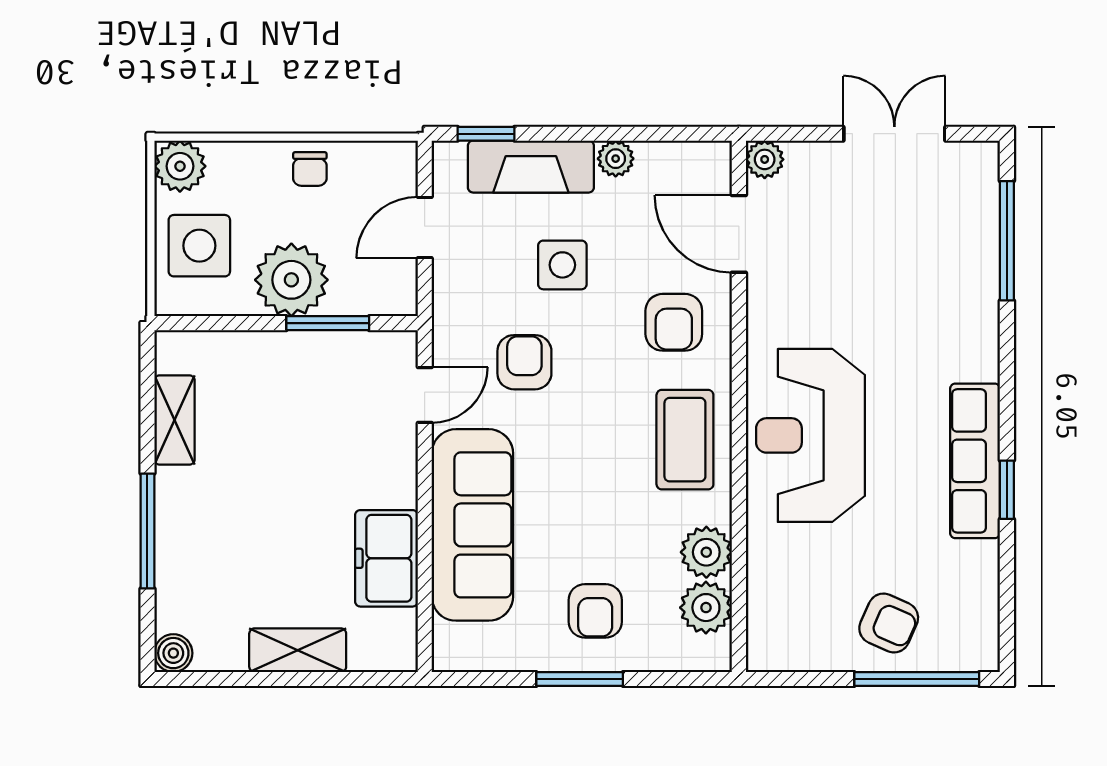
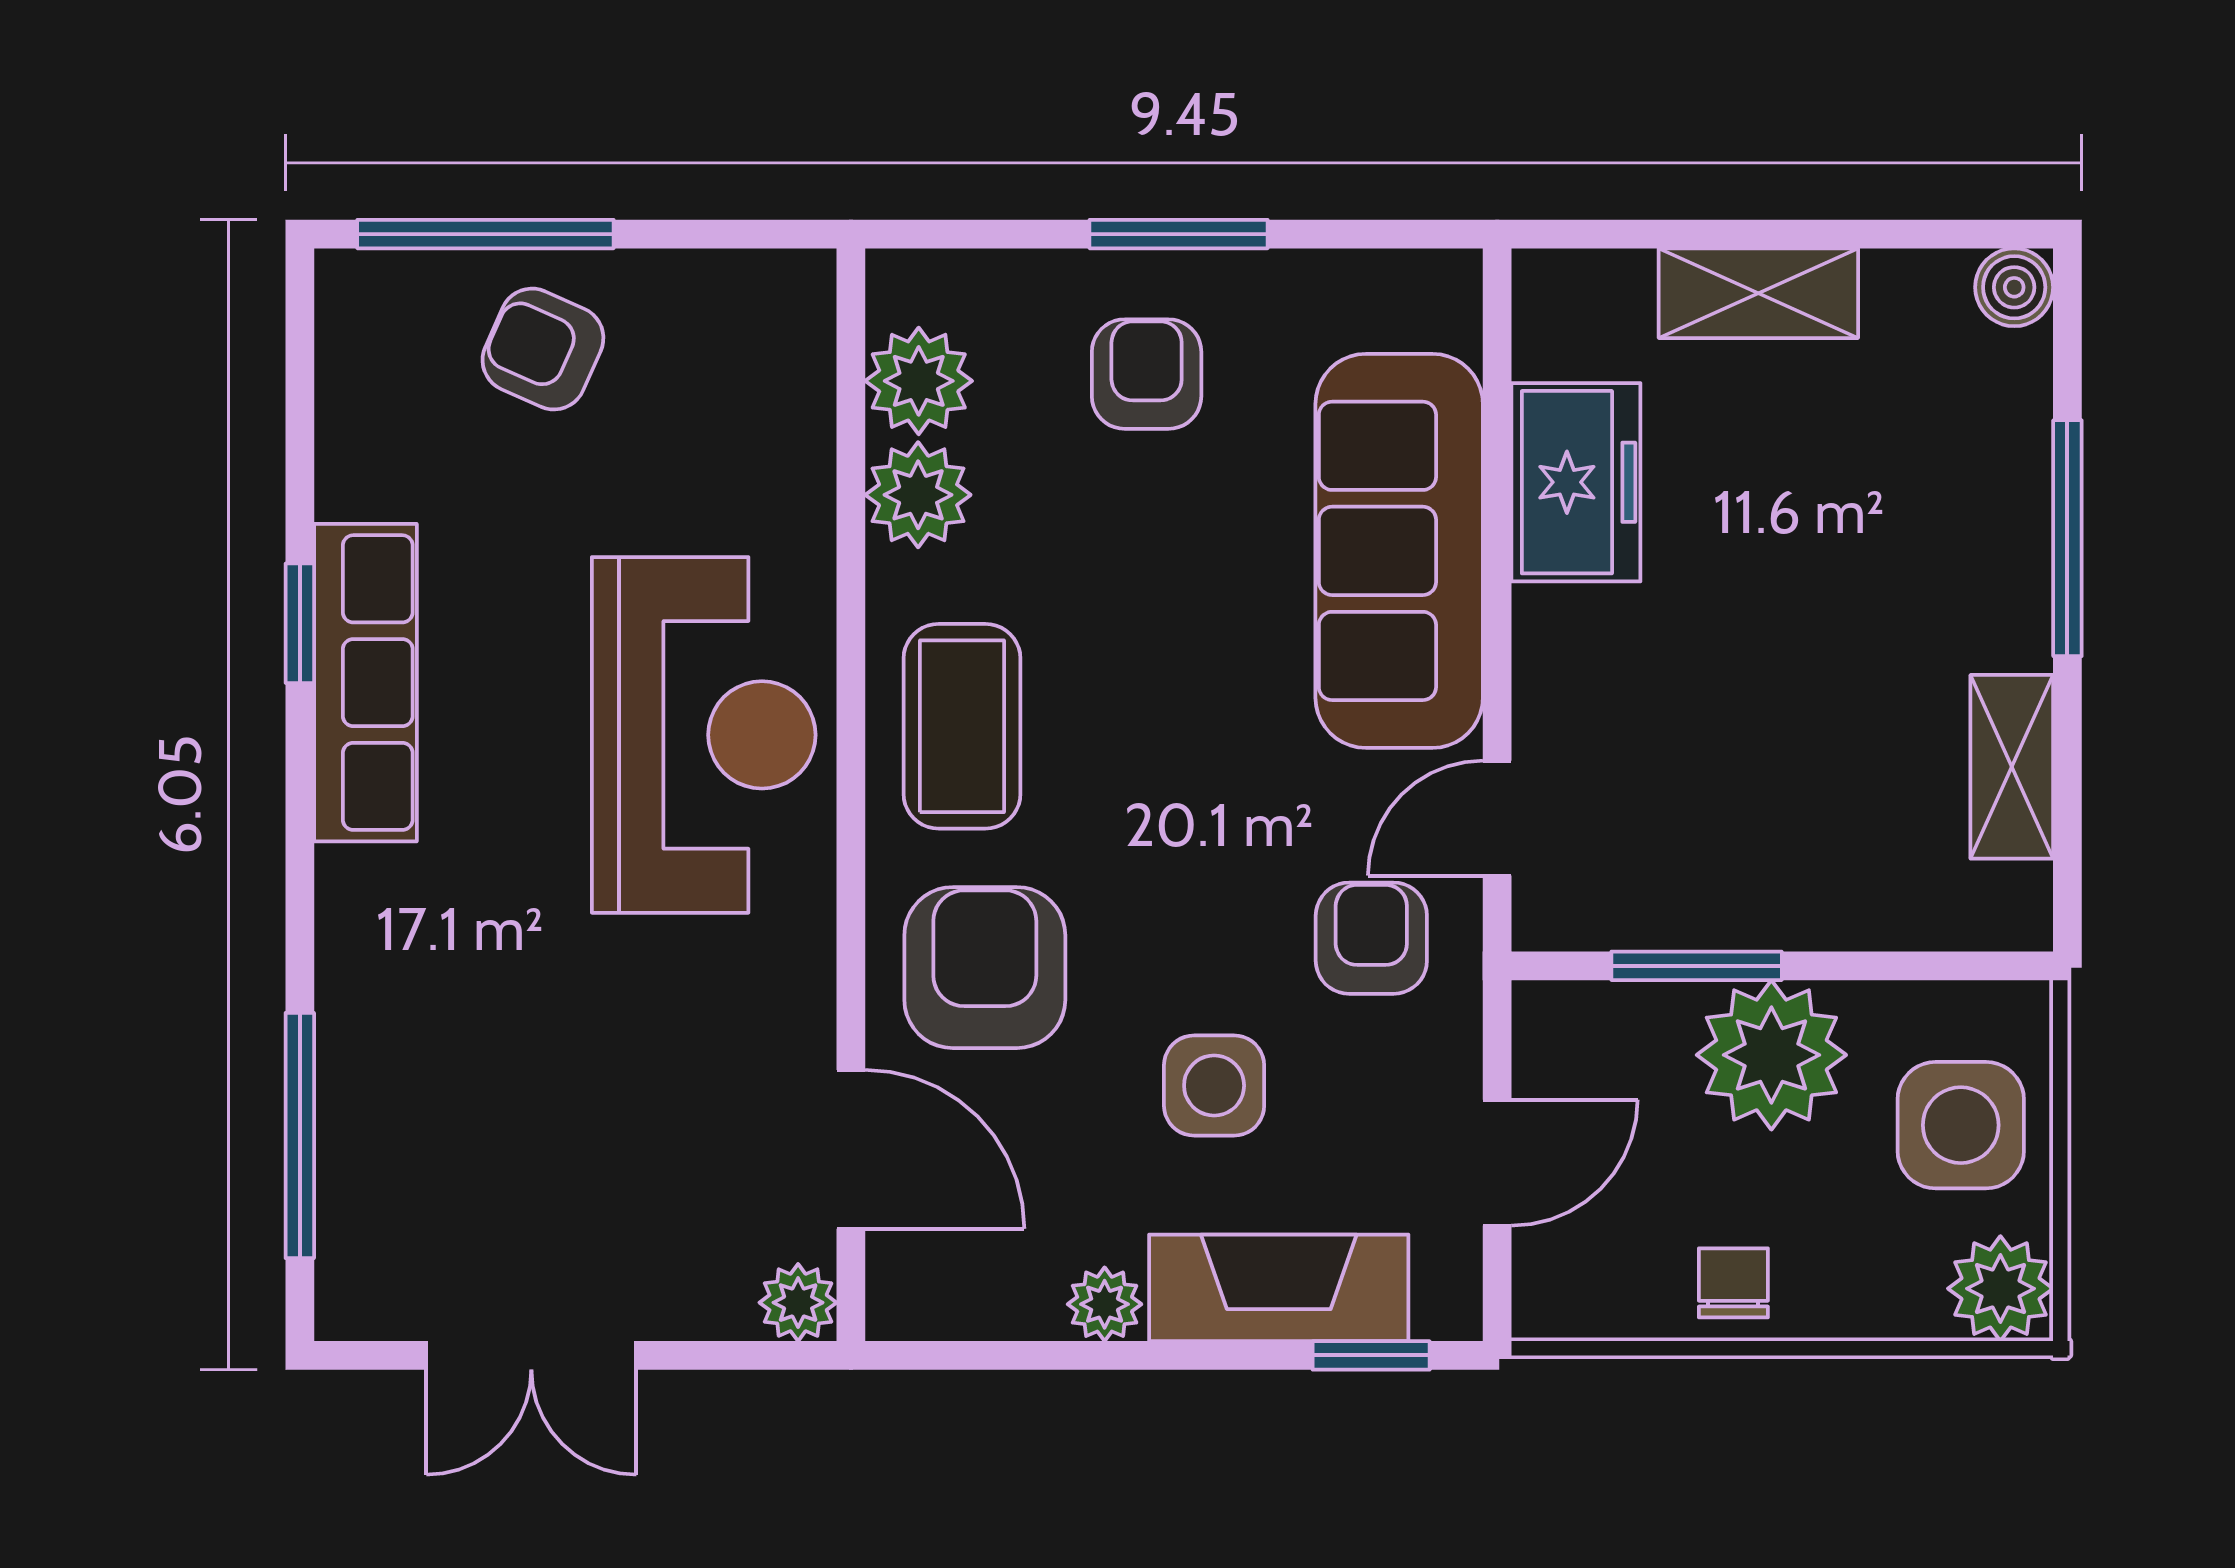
armchair: (674, 322) -> (985, 968), width x1.38, depth x1.38
armchair: (524, 362) -> (1371, 938), moved, turned 180

